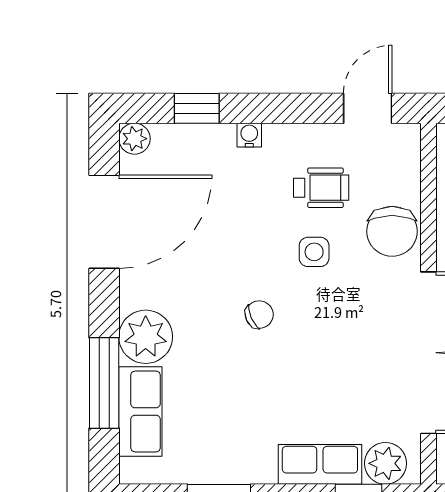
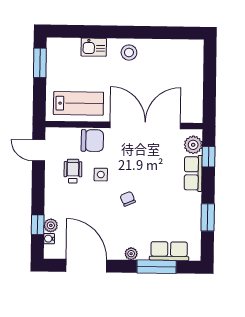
water cooler: (249, 135) -> (49, 239), moved
plant: (134, 139) -> (51, 225), moved
plant: (146, 337) -> (131, 254), width x0.53, depth x0.53

